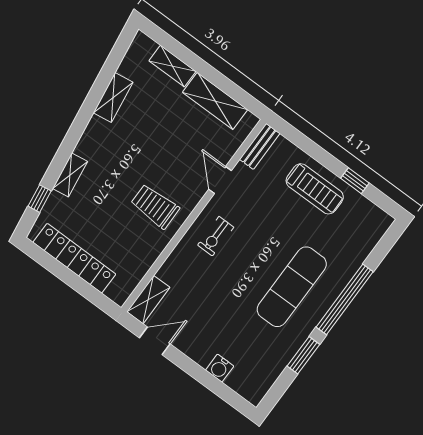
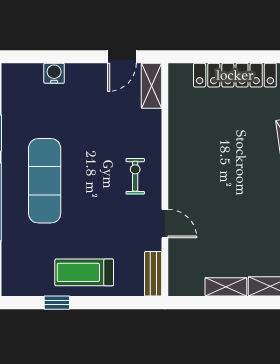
shelving: (215, 101) -> (226, 287), width x0.67, depth x0.75
trolley: (155, 206) -> (201, 164), removed

